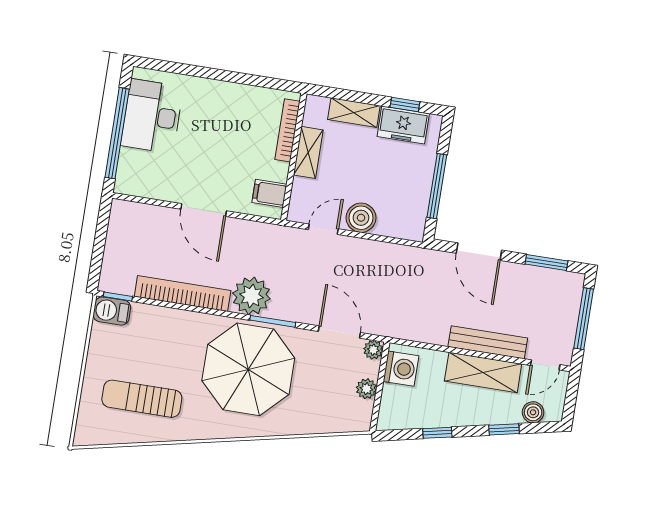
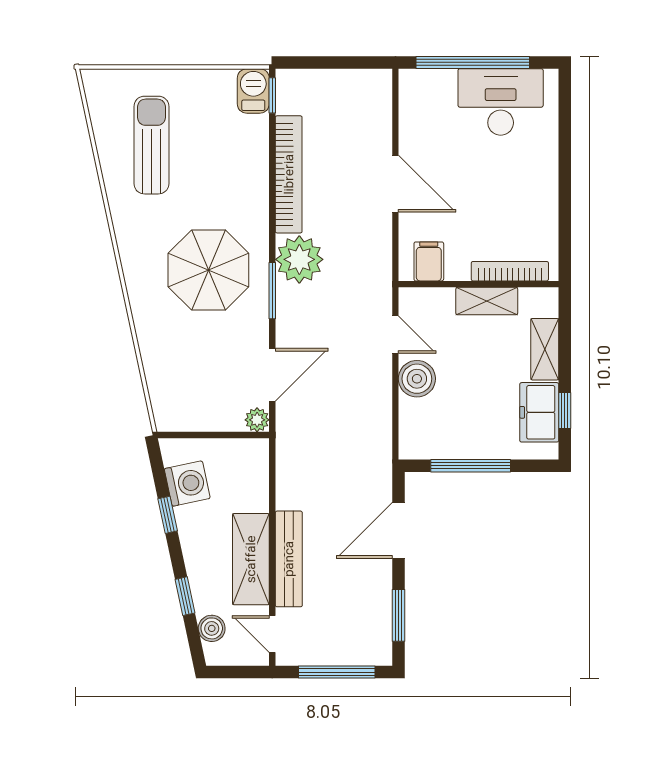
door: (204, 210) -> (395, 184), swing flipped
parasol: (248, 369) -> (208, 270), width x0.73, depth x0.73
washing machine: (401, 369) -> (187, 484), moved, turned -102
plant: (366, 389) -> (208, 419), removed

